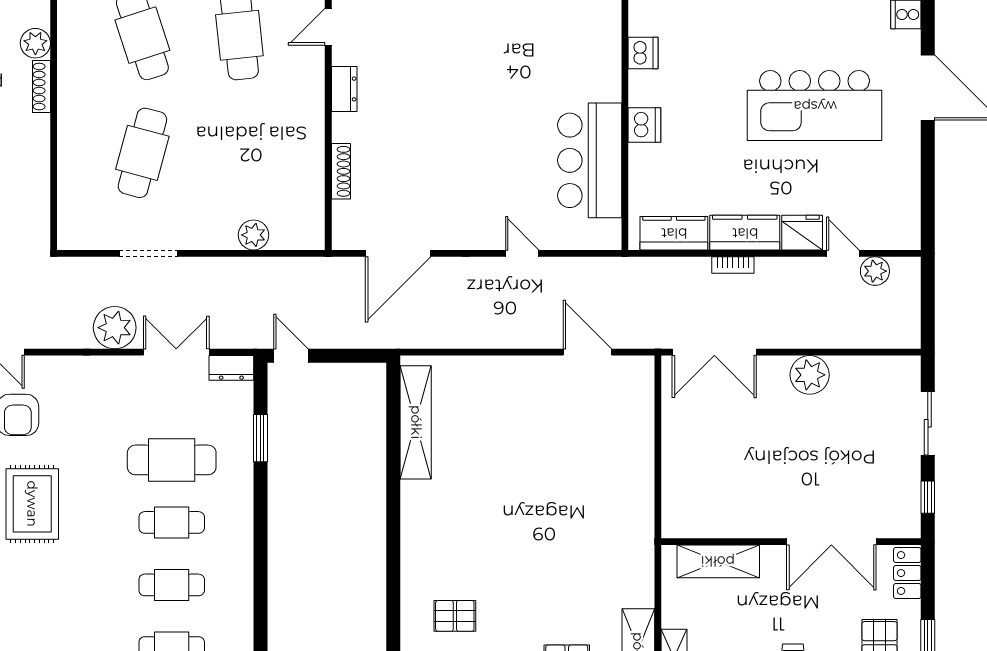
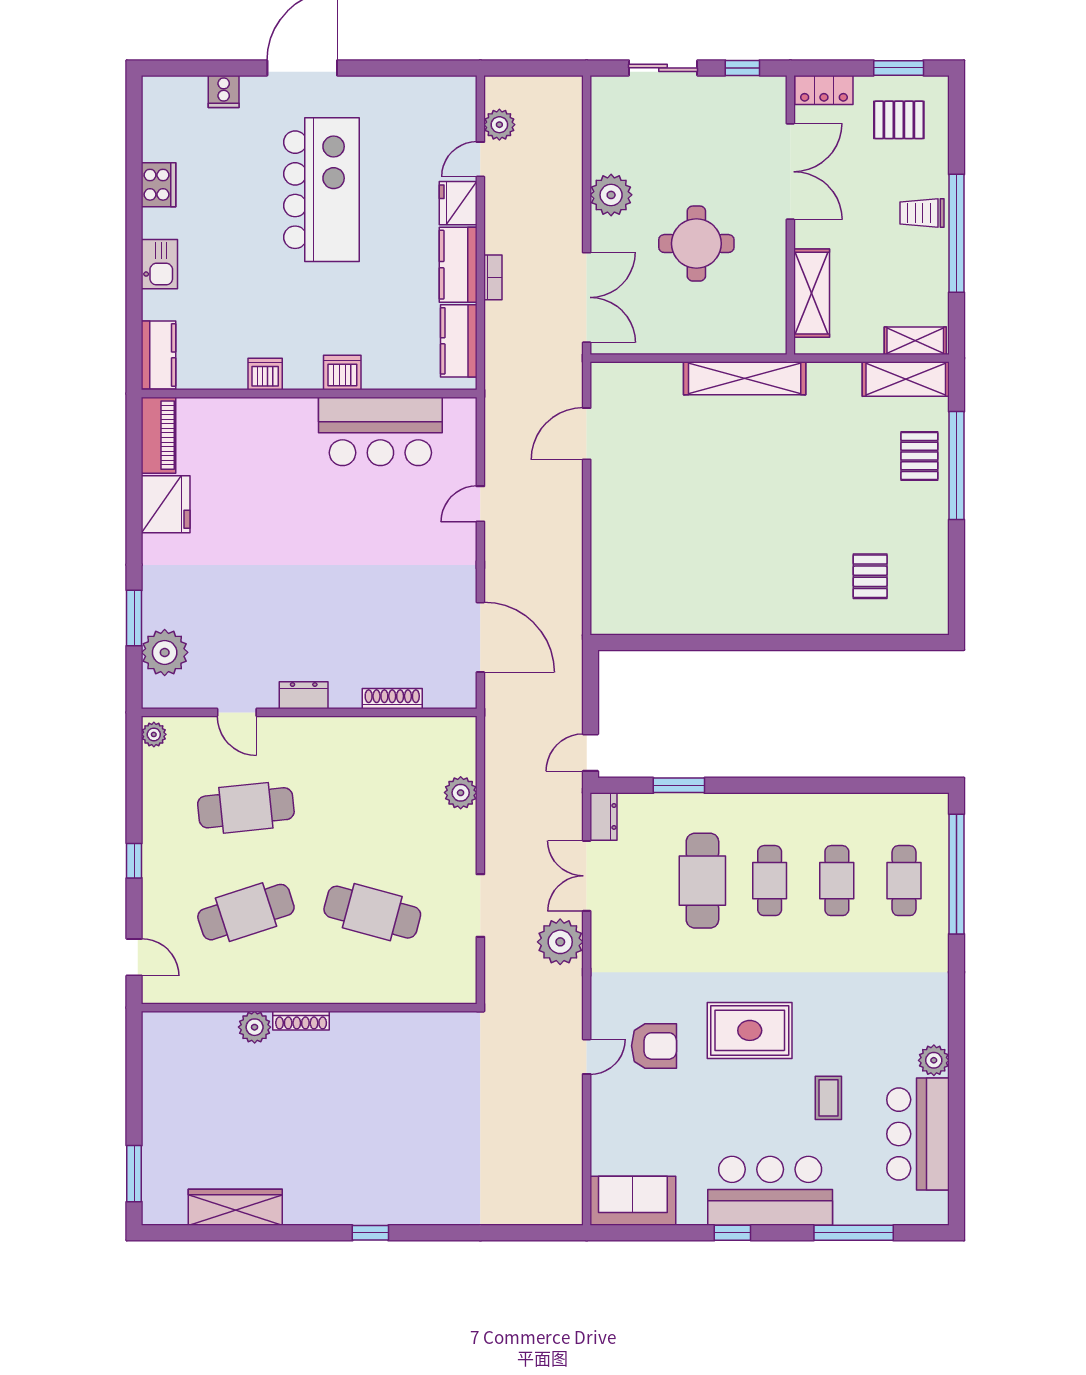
shelving: (416, 422) -> (745, 378), moved
round table: (764, 454) -> (696, 244), added

